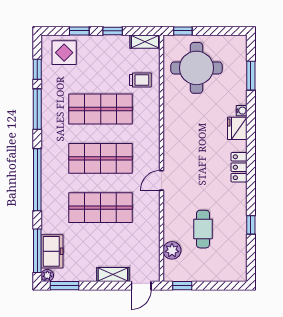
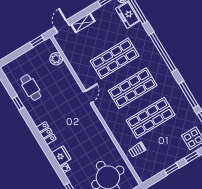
shelving: (145, 42) -> (148, 174), removed
cafe table: (203, 229) -> (31, 88), moved

